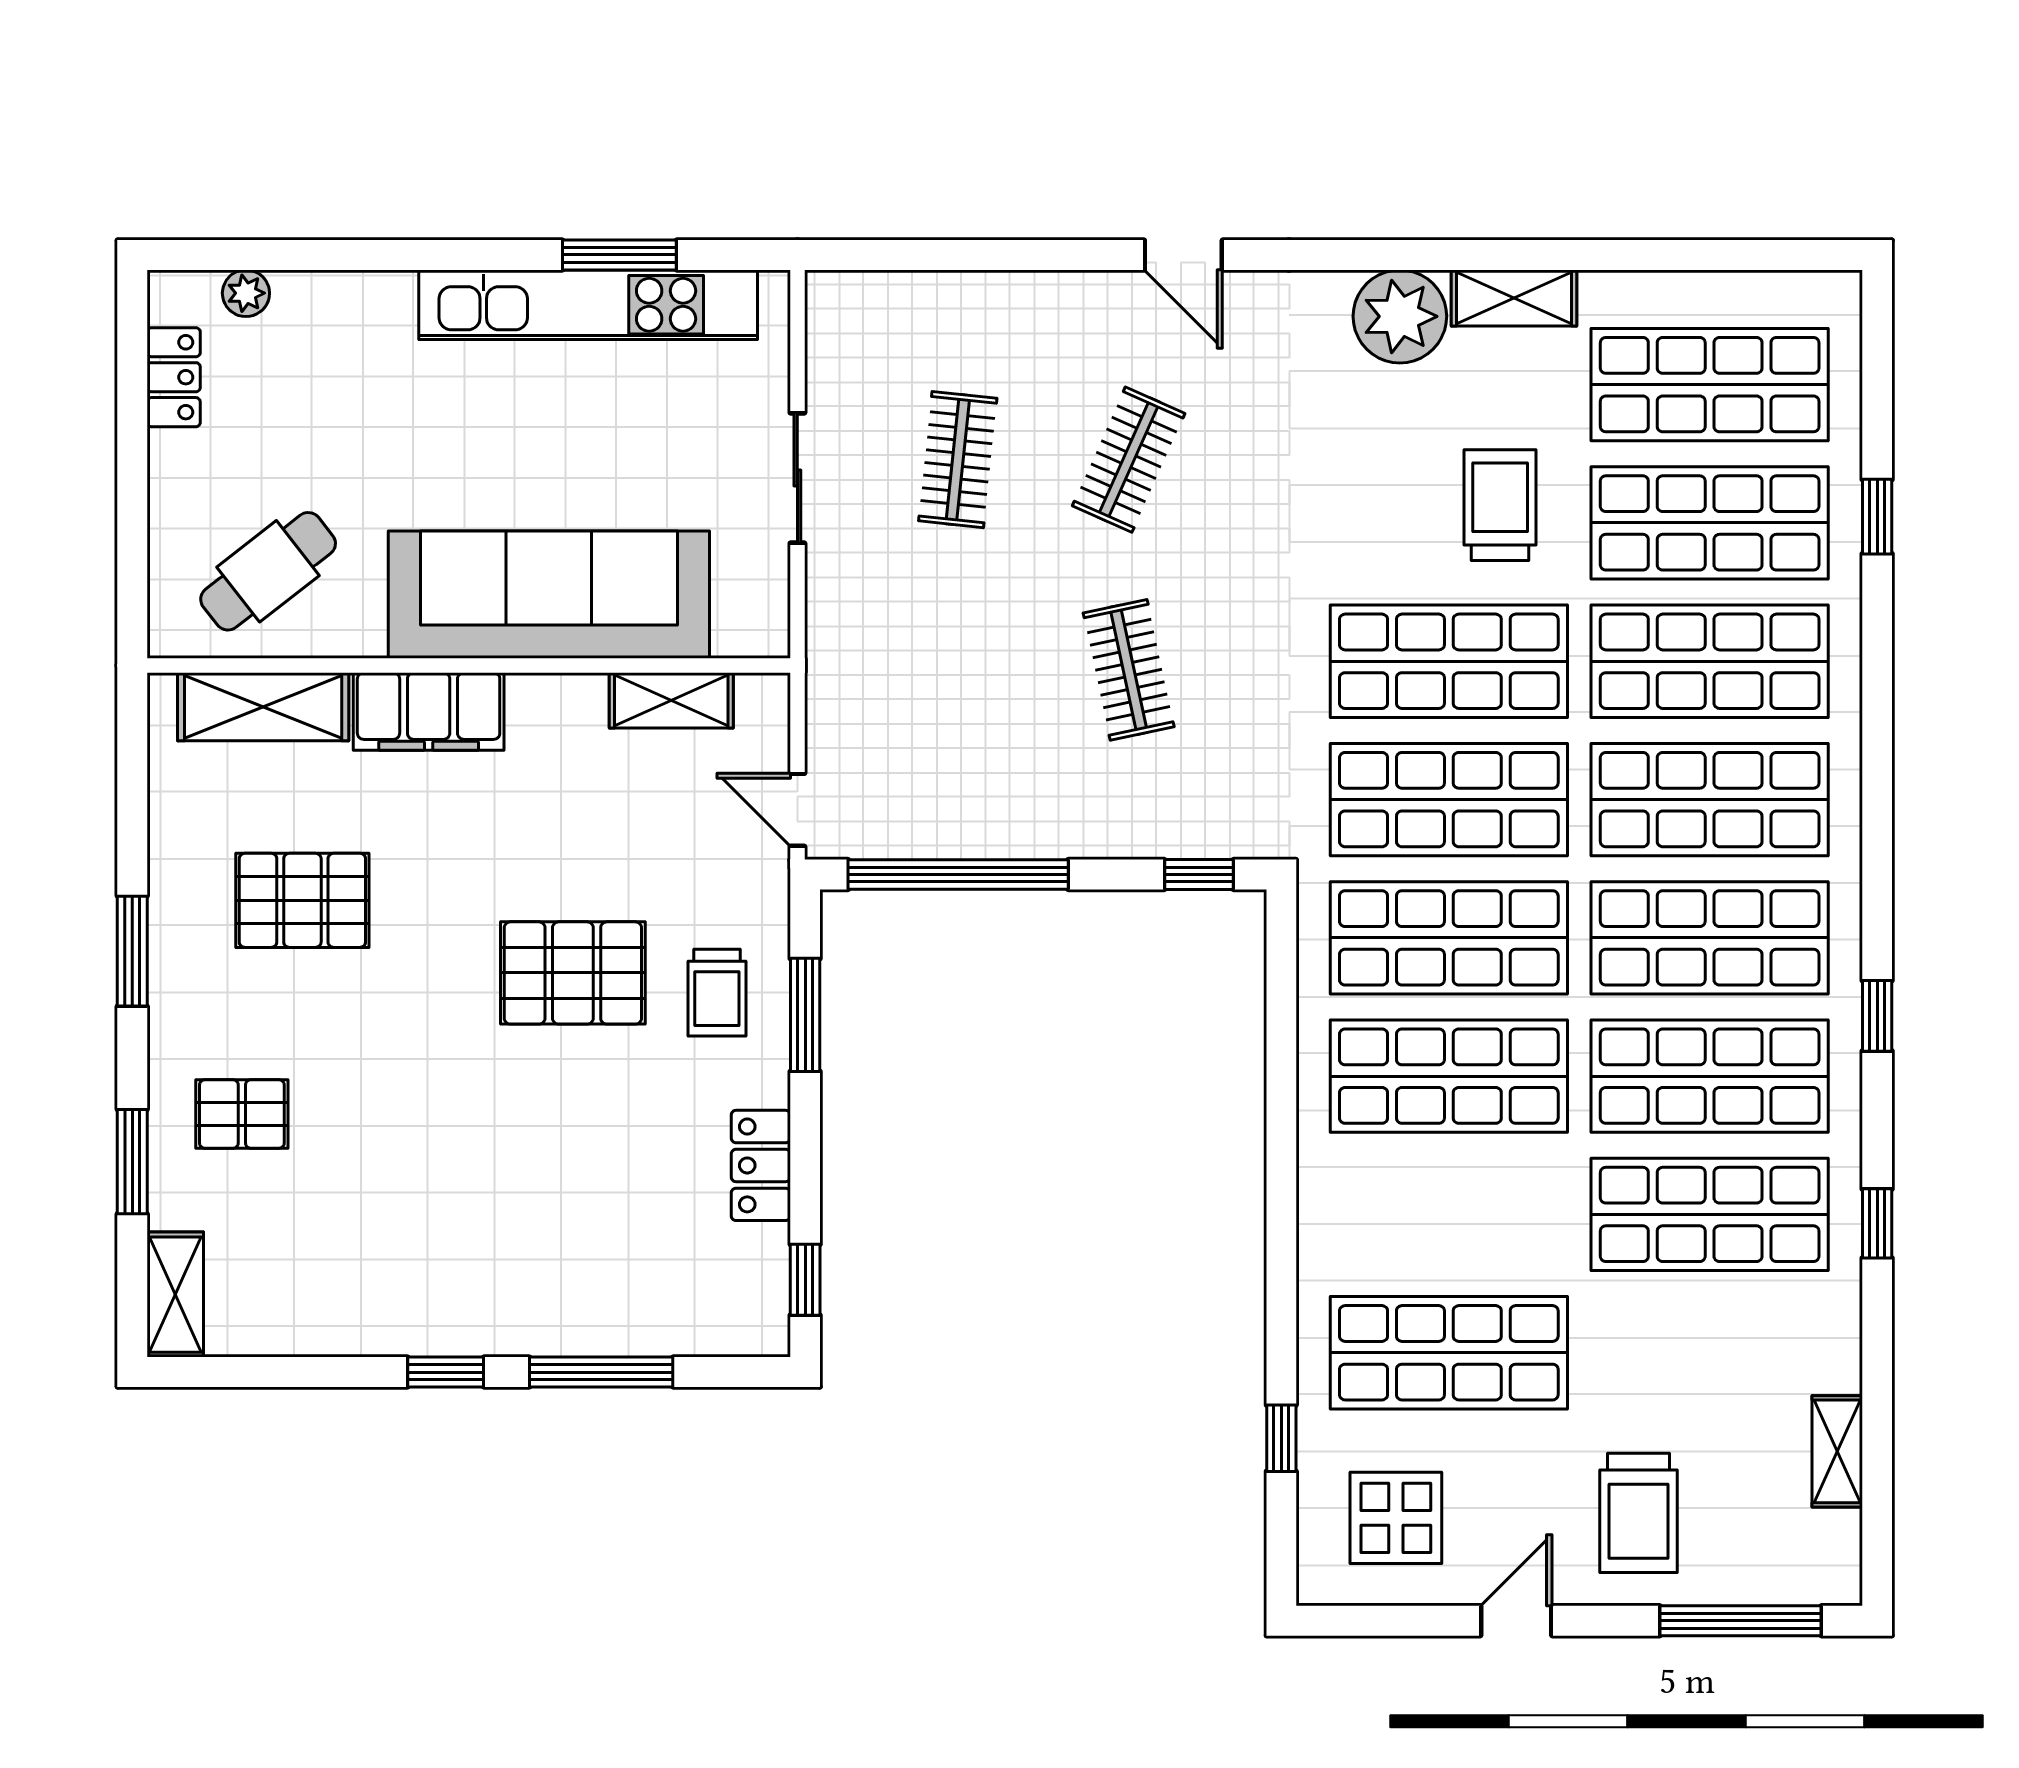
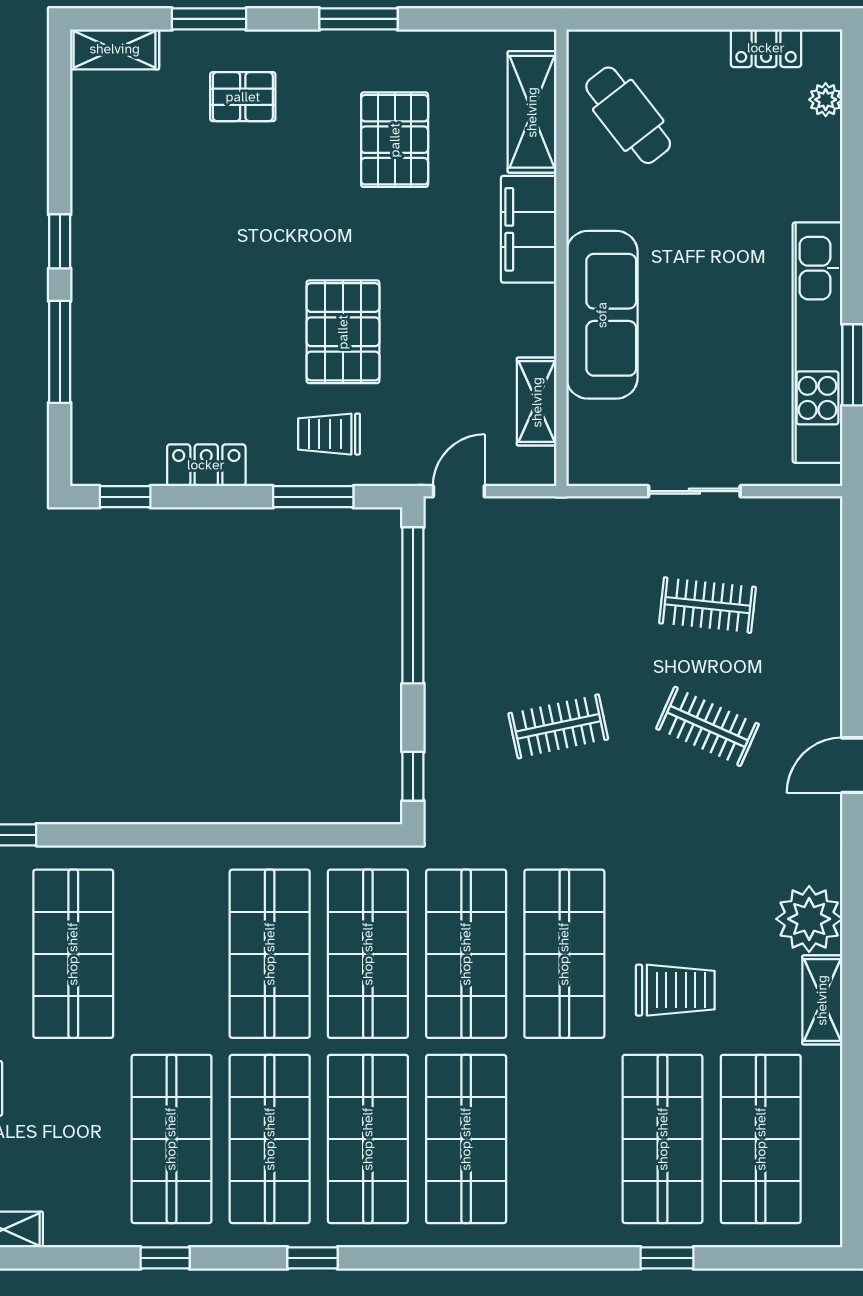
sofa: (549, 595) -> (602, 315), width x0.74, depth x0.79
shop shelf: (1710, 661) -> (564, 1139), removed
pallet: (242, 1114) -> (243, 97), turned 90

